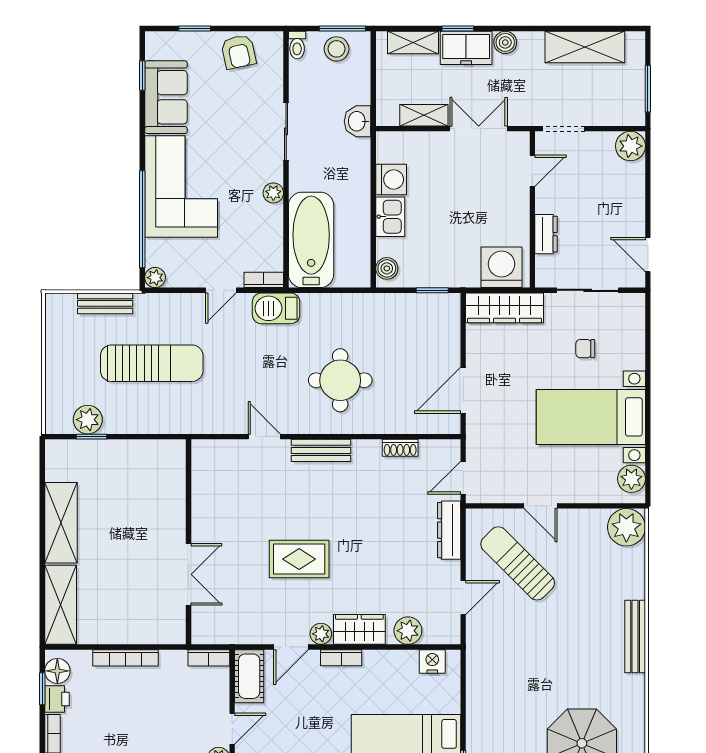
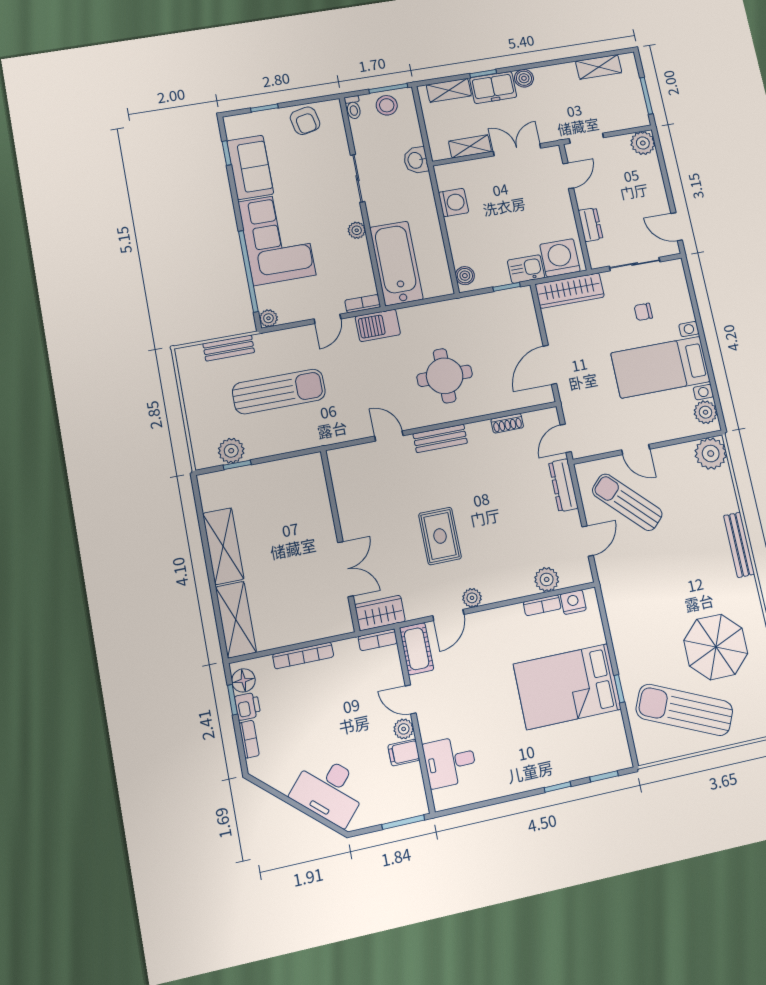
shelving: (585, 47) -> (599, 67), width x0.67, depth x0.75
kitchen sink: (390, 217) -> (526, 269), moved, turned -90
rug: (299, 559) -> (440, 536), turned 90
wardrobe: (359, 629) -> (380, 613), moved
bookcase: (341, 658) -> (542, 605), moved
door: (232, 729) -> (411, 699), swing flipped

